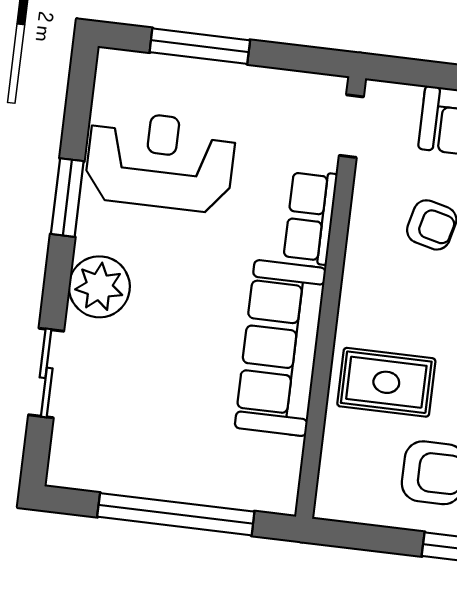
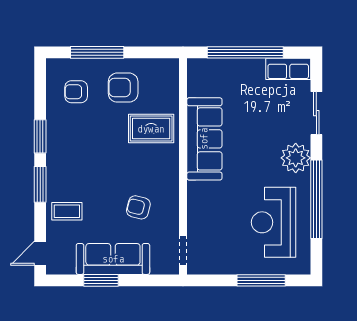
reception desk: (160, 161) -> (274, 222), turned 90
window: (67, 198) -> (316, 199), width x2.11
row of seats: (310, 217) -> (288, 69), moved, turned 90

